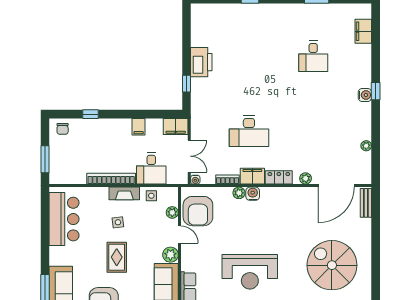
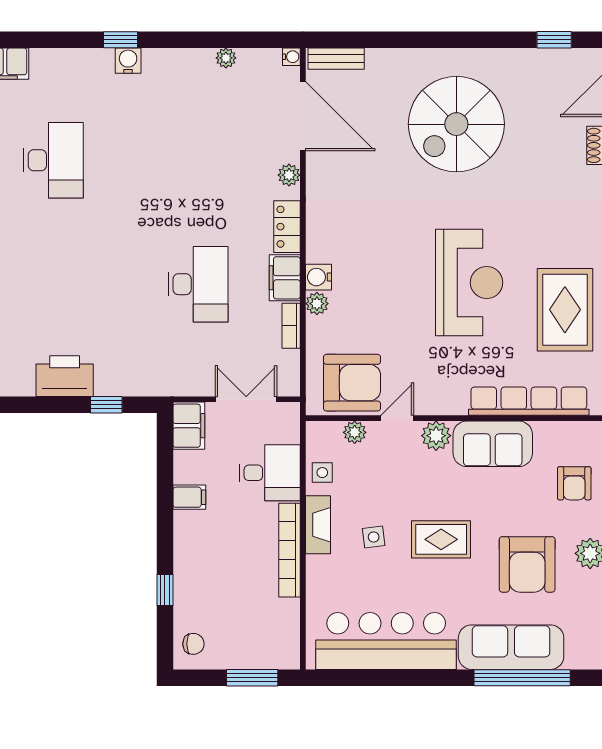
desk: (313, 56) -> (53, 160), width x1.37
water cooler: (195, 180) -> (291, 57), moved
bar counter: (64, 219) -> (386, 641), width x1.36

